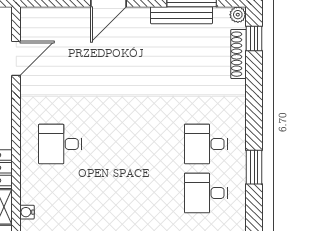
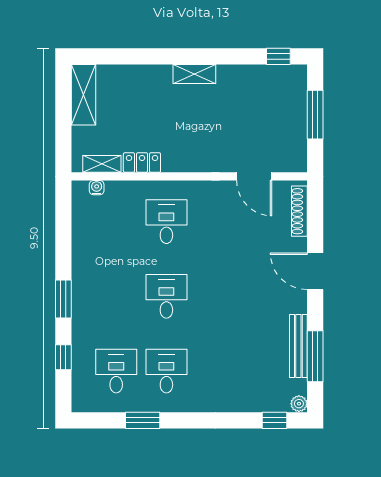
shoe rack: (239, 54) -> (299, 211), moved, turned -90
desk: (133, 144) -> (166, 296), added

